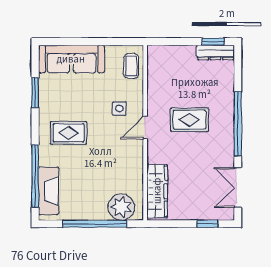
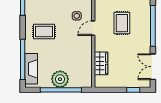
rug: (189, 120) -> (122, 23), turned 90
wardrobe: (157, 191) -> (101, 63), width x0.67
plant: (121, 207) -> (60, 79), moved

